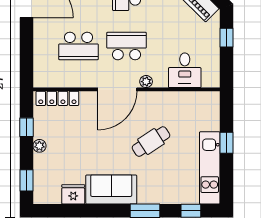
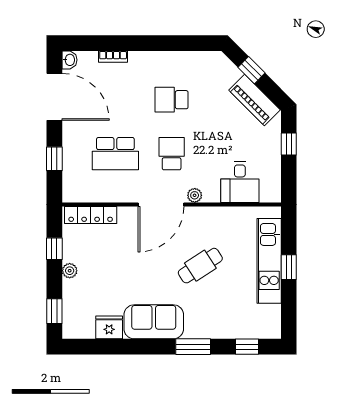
school desk: (126, 46) -> (172, 154), width x0.54
window: (26, 50) -> (54, 159), added
kitchen unit: (210, 168) -> (269, 261), moved

